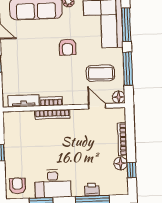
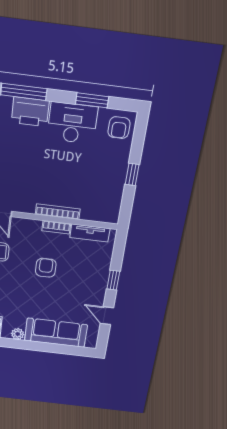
armchair: (67, 47) -> (46, 268), moved
printer: (92, 190) -> (30, 112), width x1.87, depth x1.48

